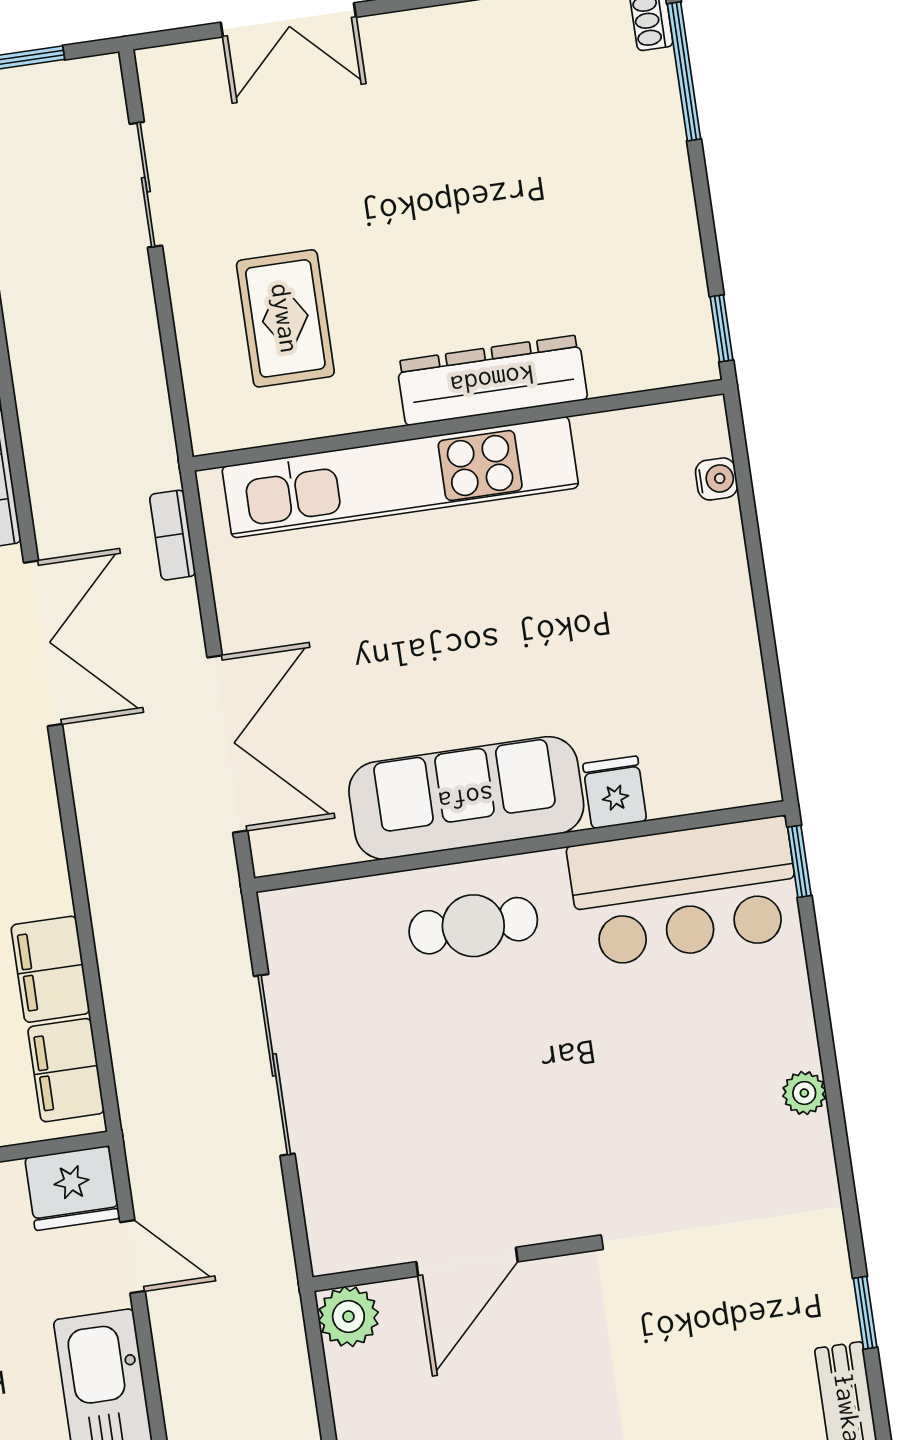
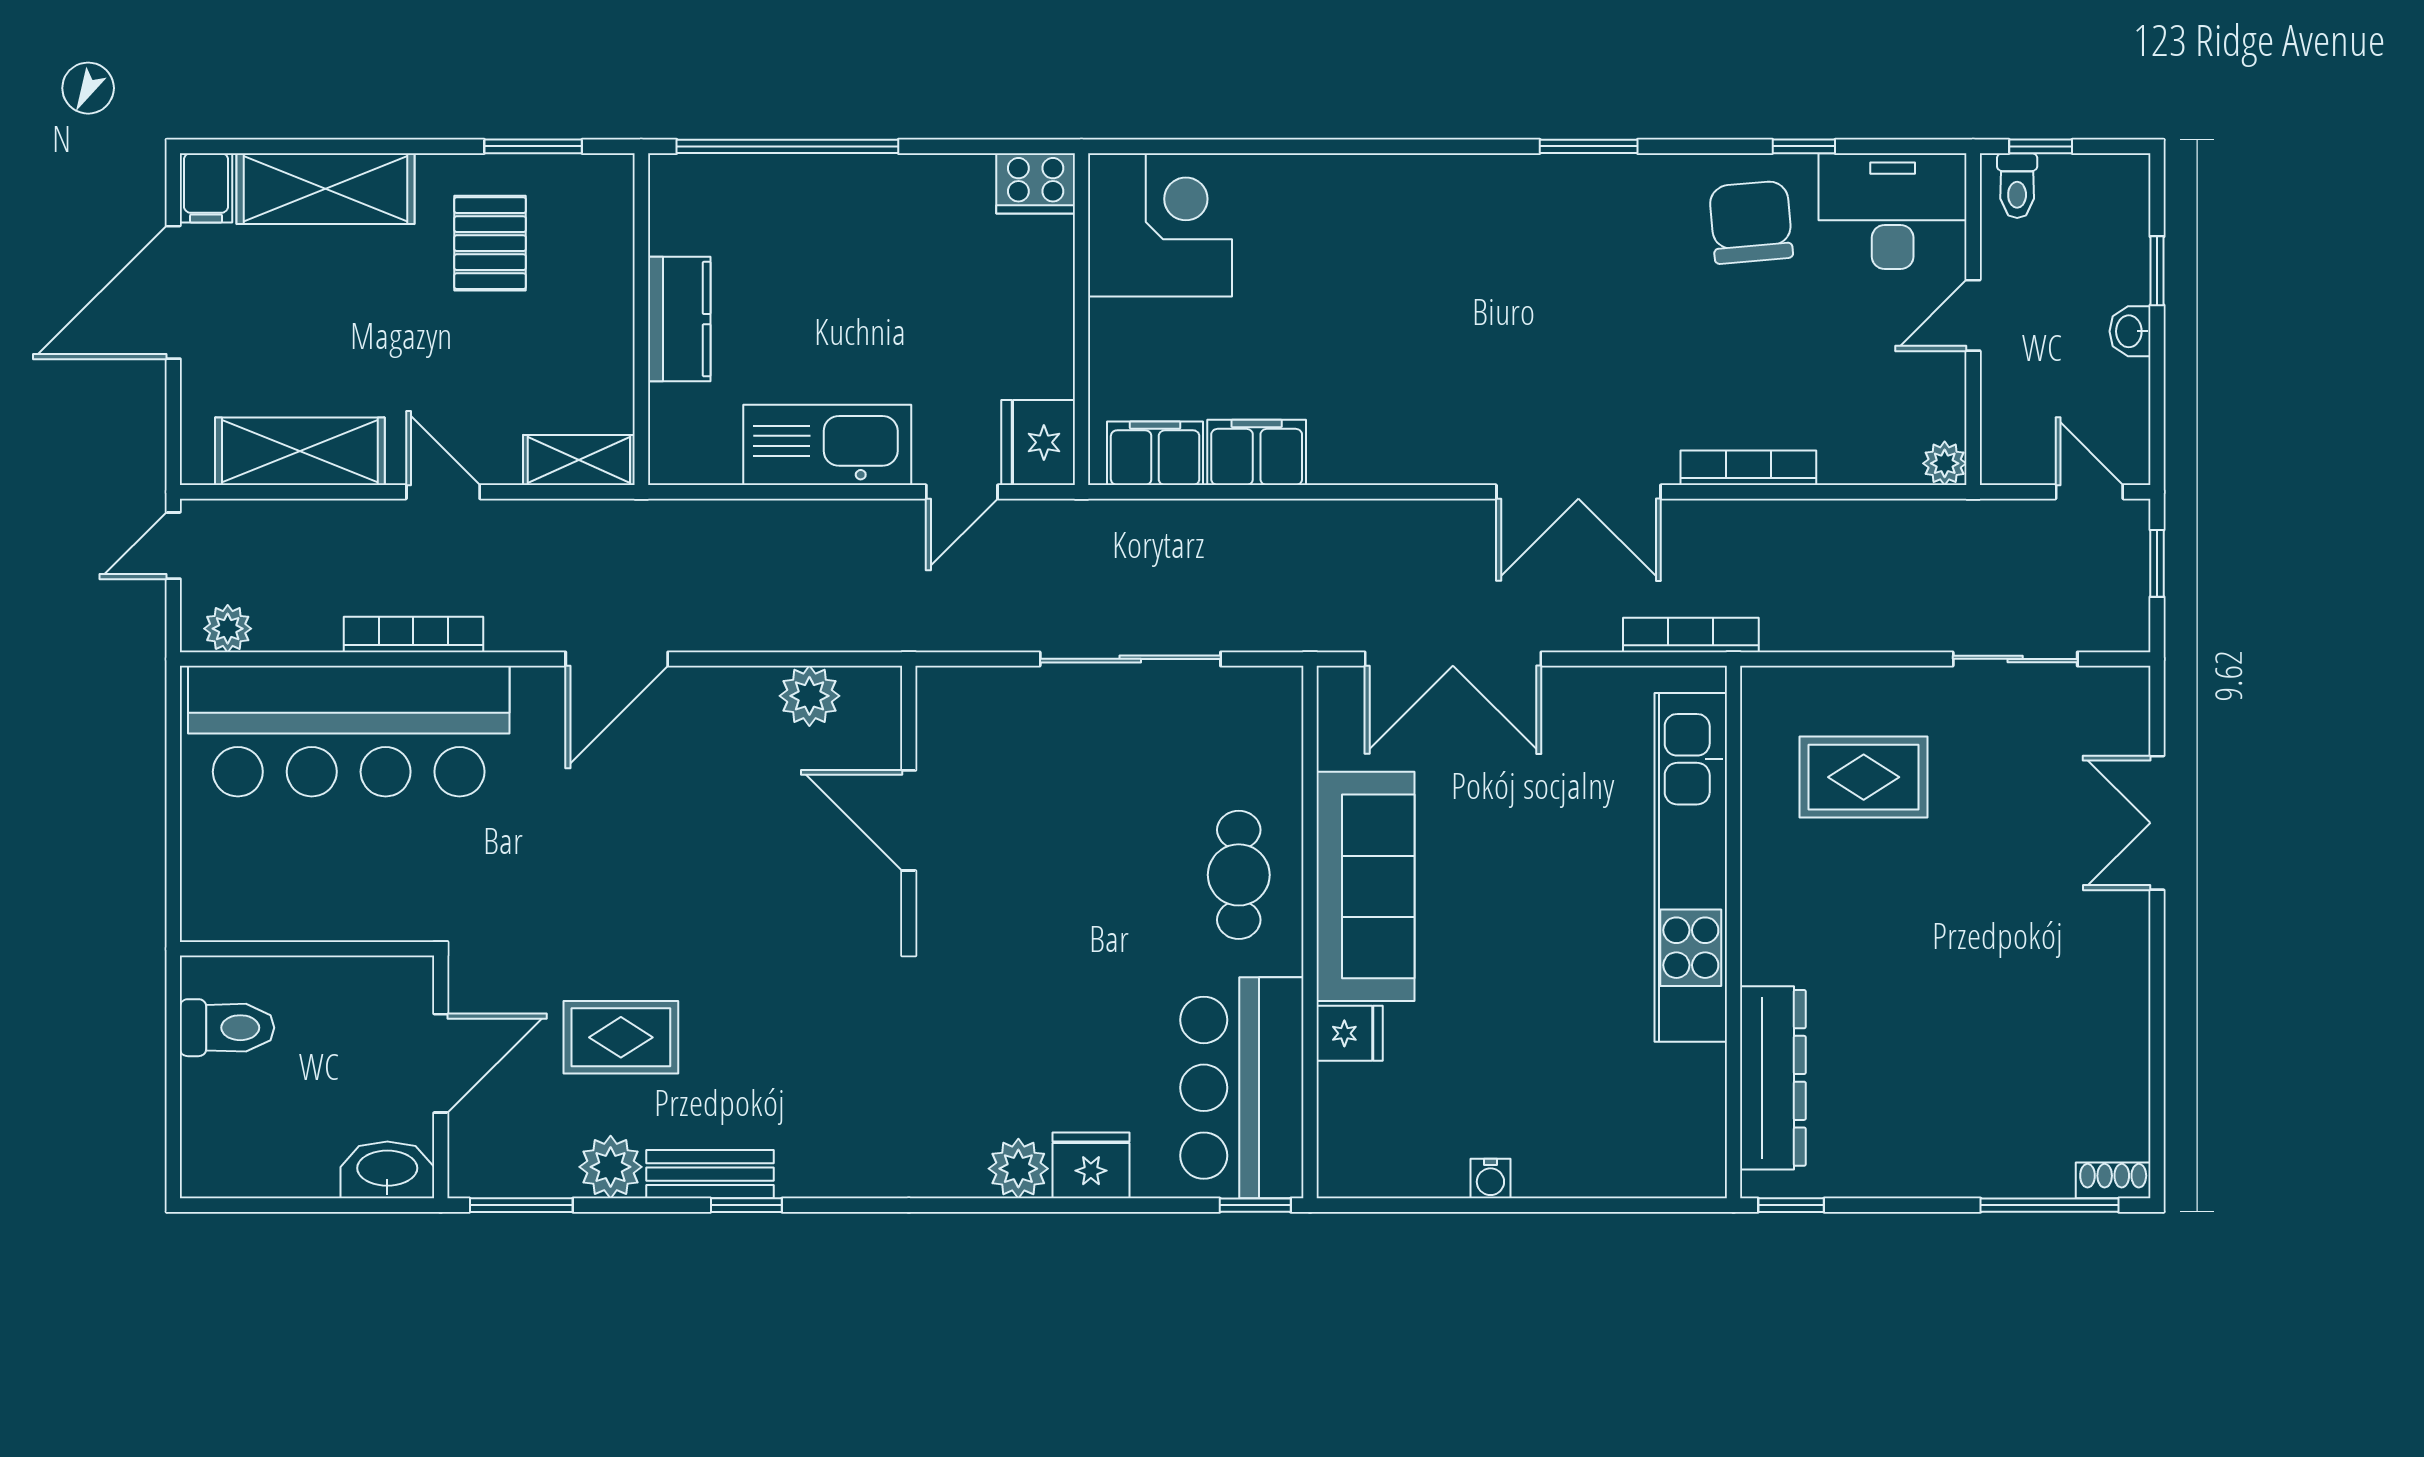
dresser: (492, 380) -> (1773, 1078), moved
water cooler: (717, 479) -> (1490, 1179), moved
bookcase: (173, 535) -> (1691, 635), width x1.56
fridge: (784, 1030) -> (1091, 1165), added
plant: (804, 1093) -> (1018, 1169), width x1.38, depth x1.38
window: (865, 1313) -> (746, 1205), moved
plant: (348, 1317) -> (809, 696), moved

